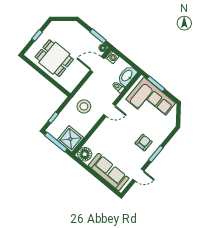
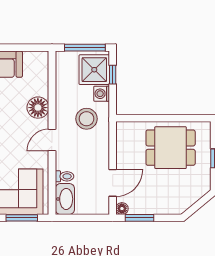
washing machine: (112, 57) -> (102, 94), moved
shower: (70, 139) -> (94, 70), moved
floor lamp: (85, 154) -> (38, 108), moved

